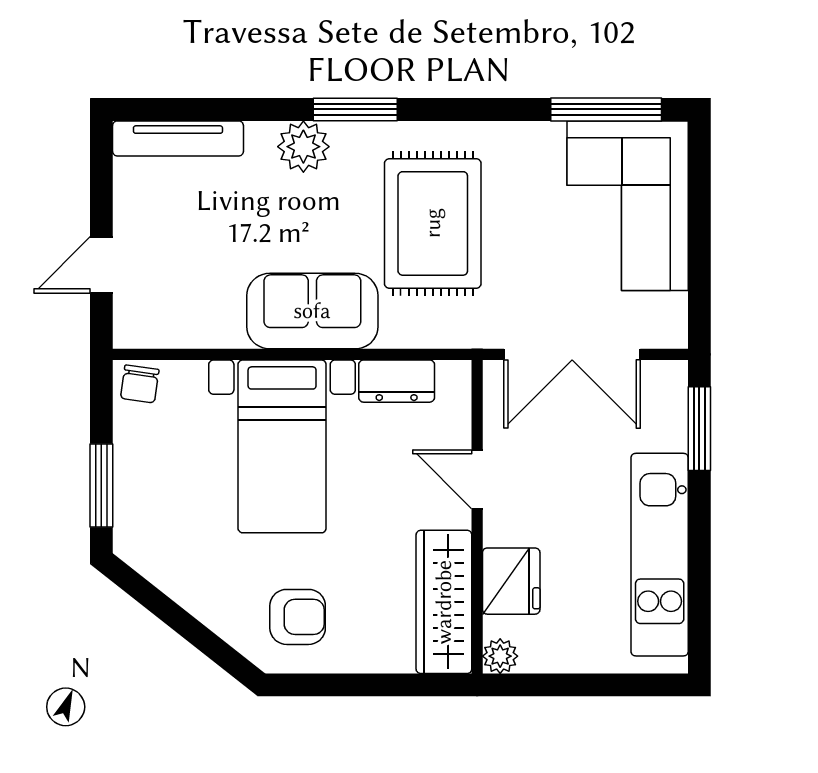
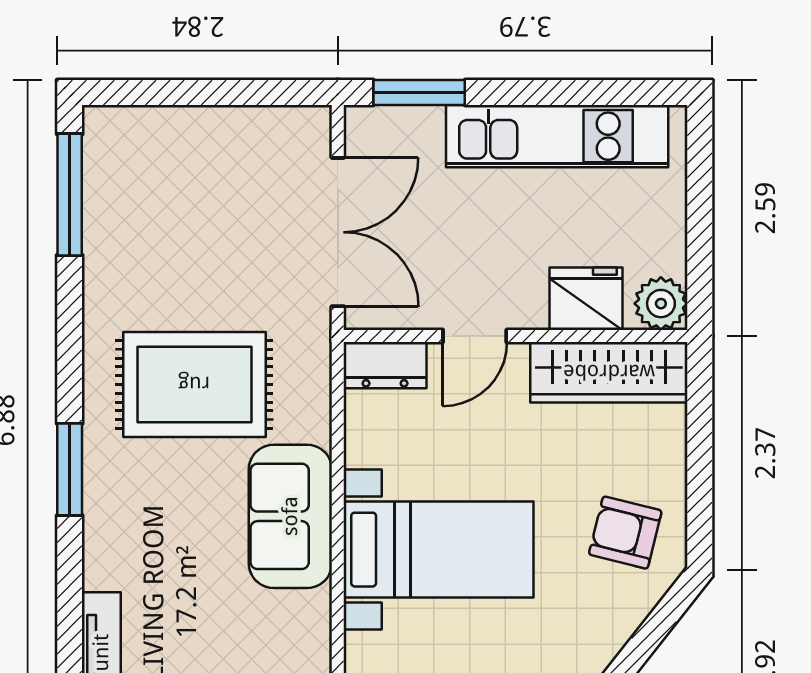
plant: (303, 147) -> (110, 526), removed
corner sofa: (628, 206) -> (175, 171), removed
dresser: (397, 381) -> (385, 365), moved, turned 90
armchair: (298, 617) -> (625, 533), turned -76
plant: (500, 656) -> (661, 304), width x1.38, depth x1.38

